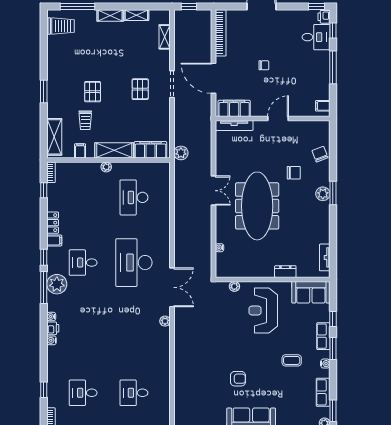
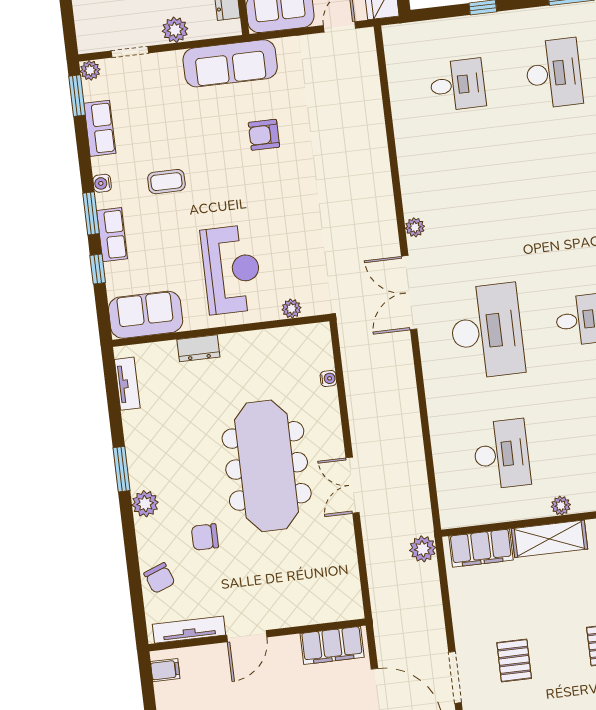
tv unit: (234, 125) -> (189, 630), moved
window: (333, 193) -> (121, 469), moved
desk: (83, 393) -> (554, 73), width x1.37

